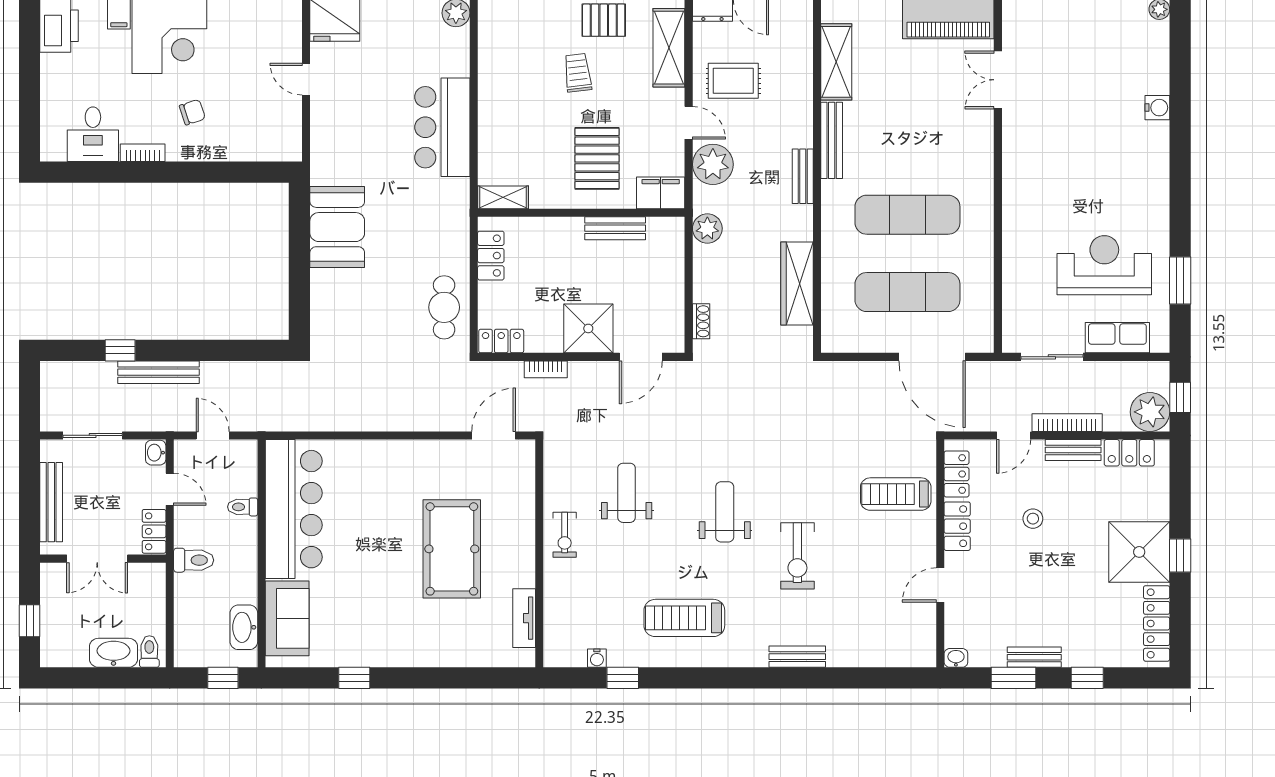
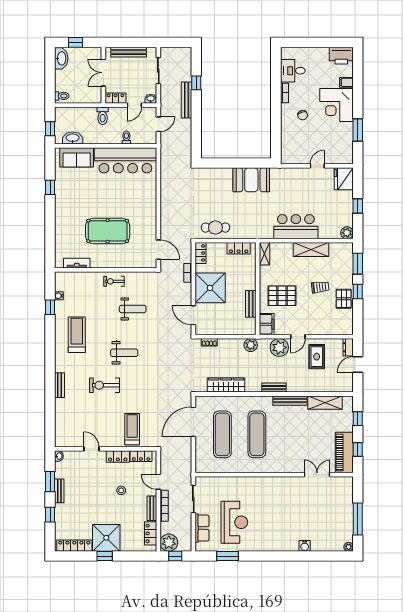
shelving: (669, 48) -> (311, 250), moved
shower: (588, 328) -> (210, 288), width x1.37, depth x1.37
door: (932, 357) -> (193, 422), moved
washbasin: (113, 653) -> (61, 58), moved

